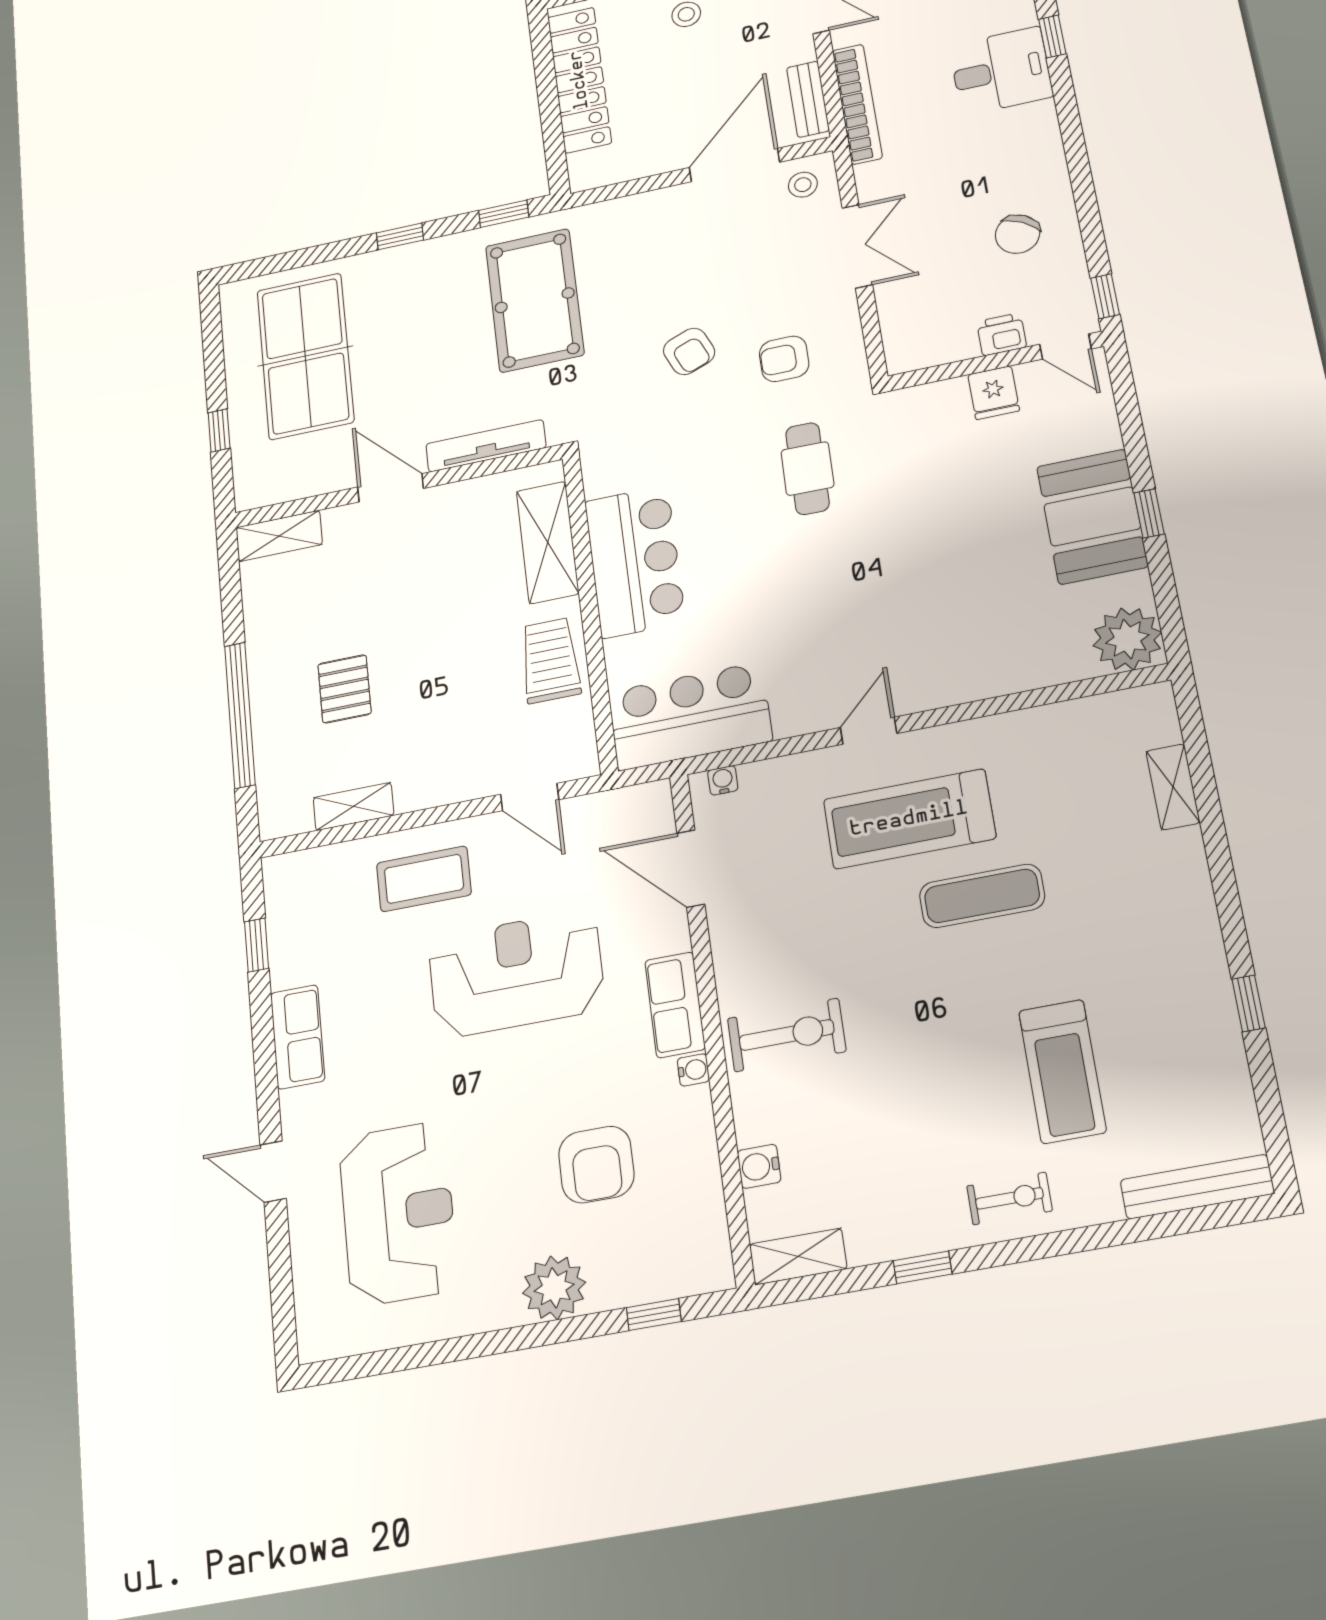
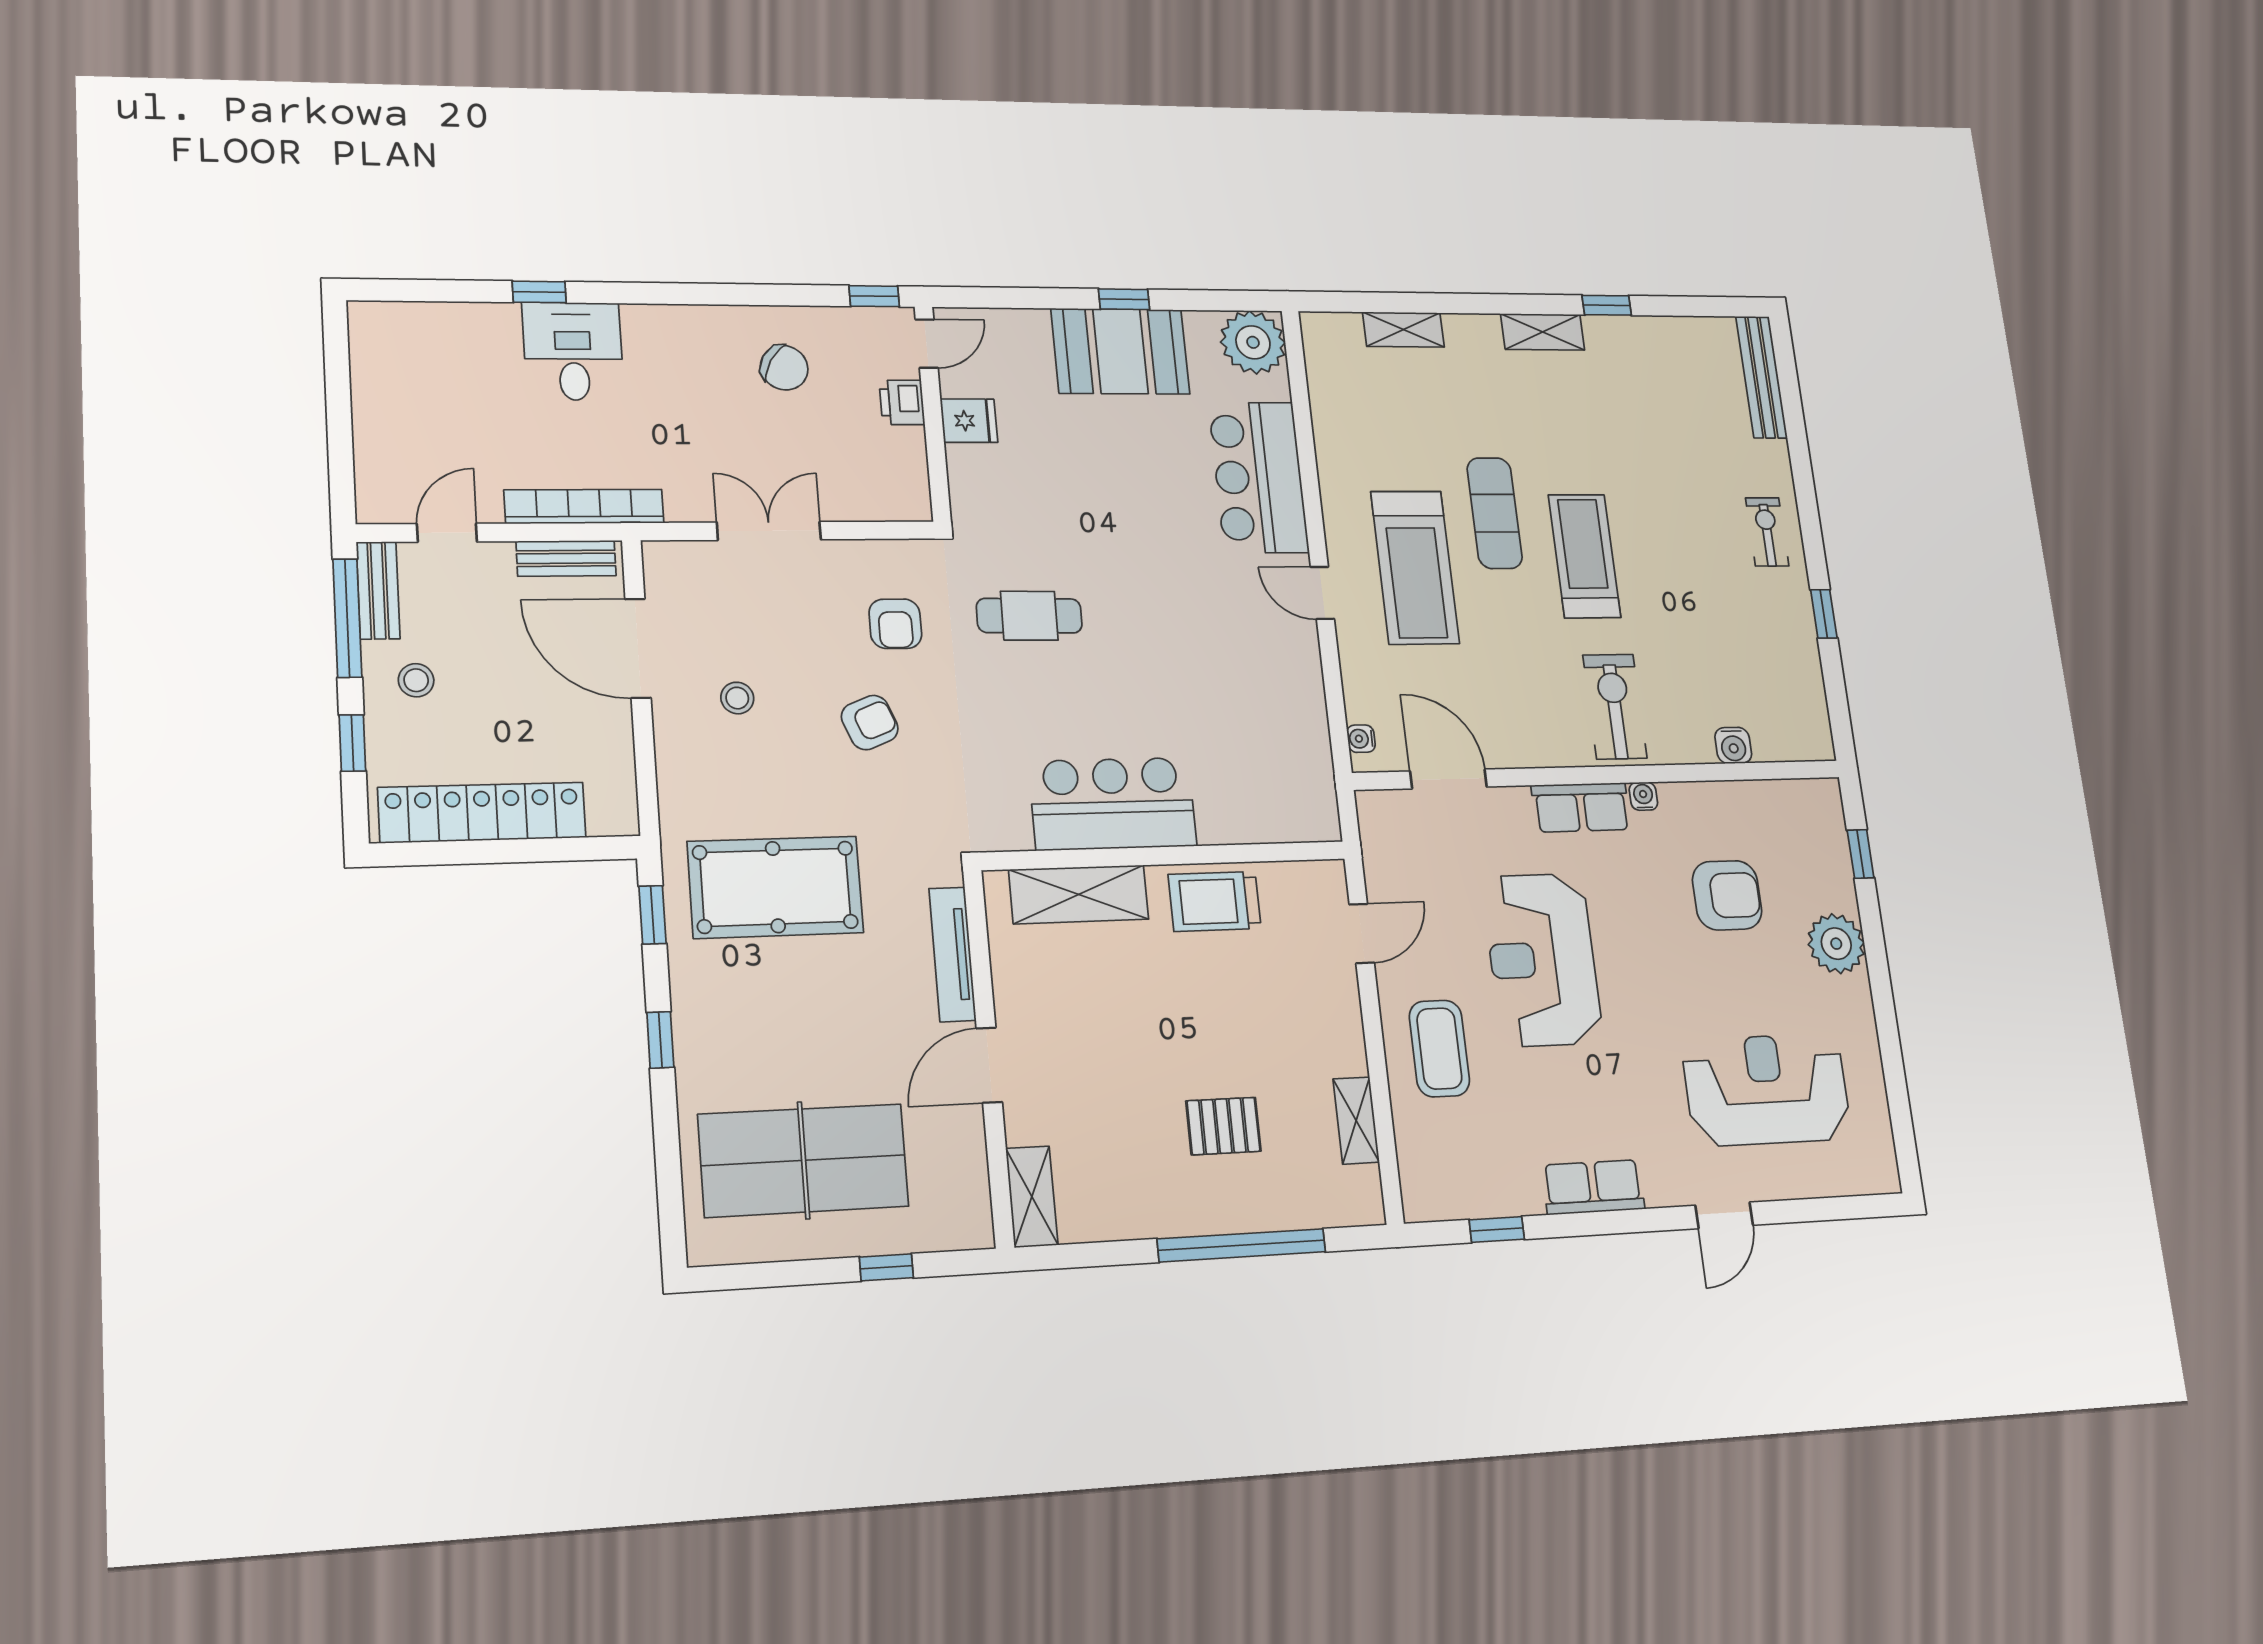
stool: (803, 185) -> (737, 698), moved
bar counter: (690, 716) -> (1259, 477), moved
door: (691, 869) -> (1448, 779), swing flipped
treadmill: (1062, 1071) -> (1584, 556), moved, turned -90
shelving: (798, 1256) -> (1543, 332), moved, turned 90

